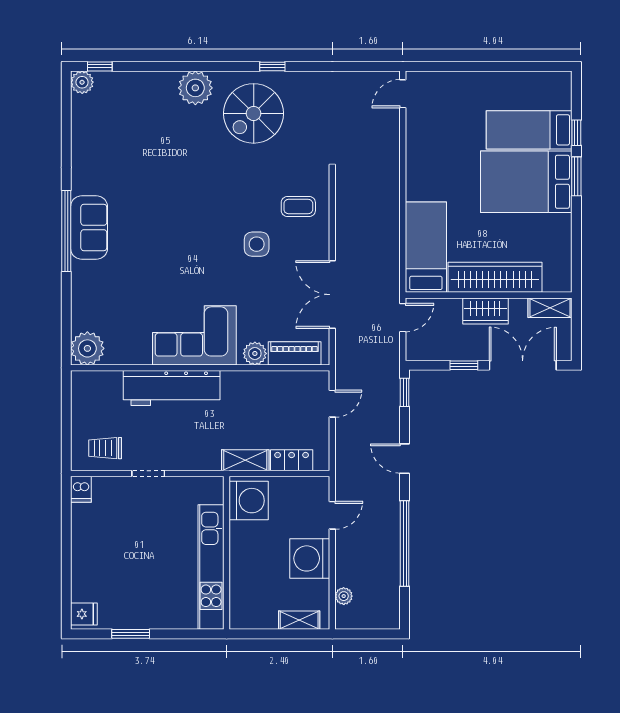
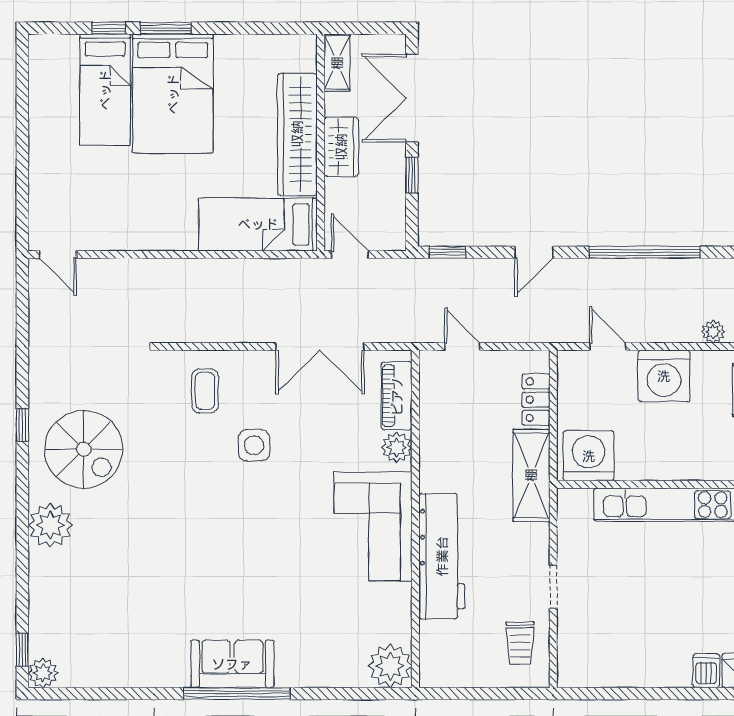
shelving: (245, 460) -> (531, 475), width x1.50, depth x1.33
dishwasher: (81, 489) -> (706, 671), moved, turned -90

